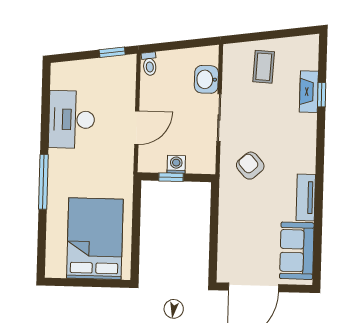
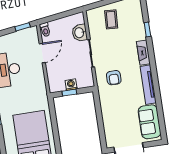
fireplace: (309, 92) -> (143, 53), moved
door: (137, 128) -> (42, 53), moved
armchair: (250, 166) -> (114, 78), turned -138
tv unit: (306, 197) -> (148, 85), width x1.41

